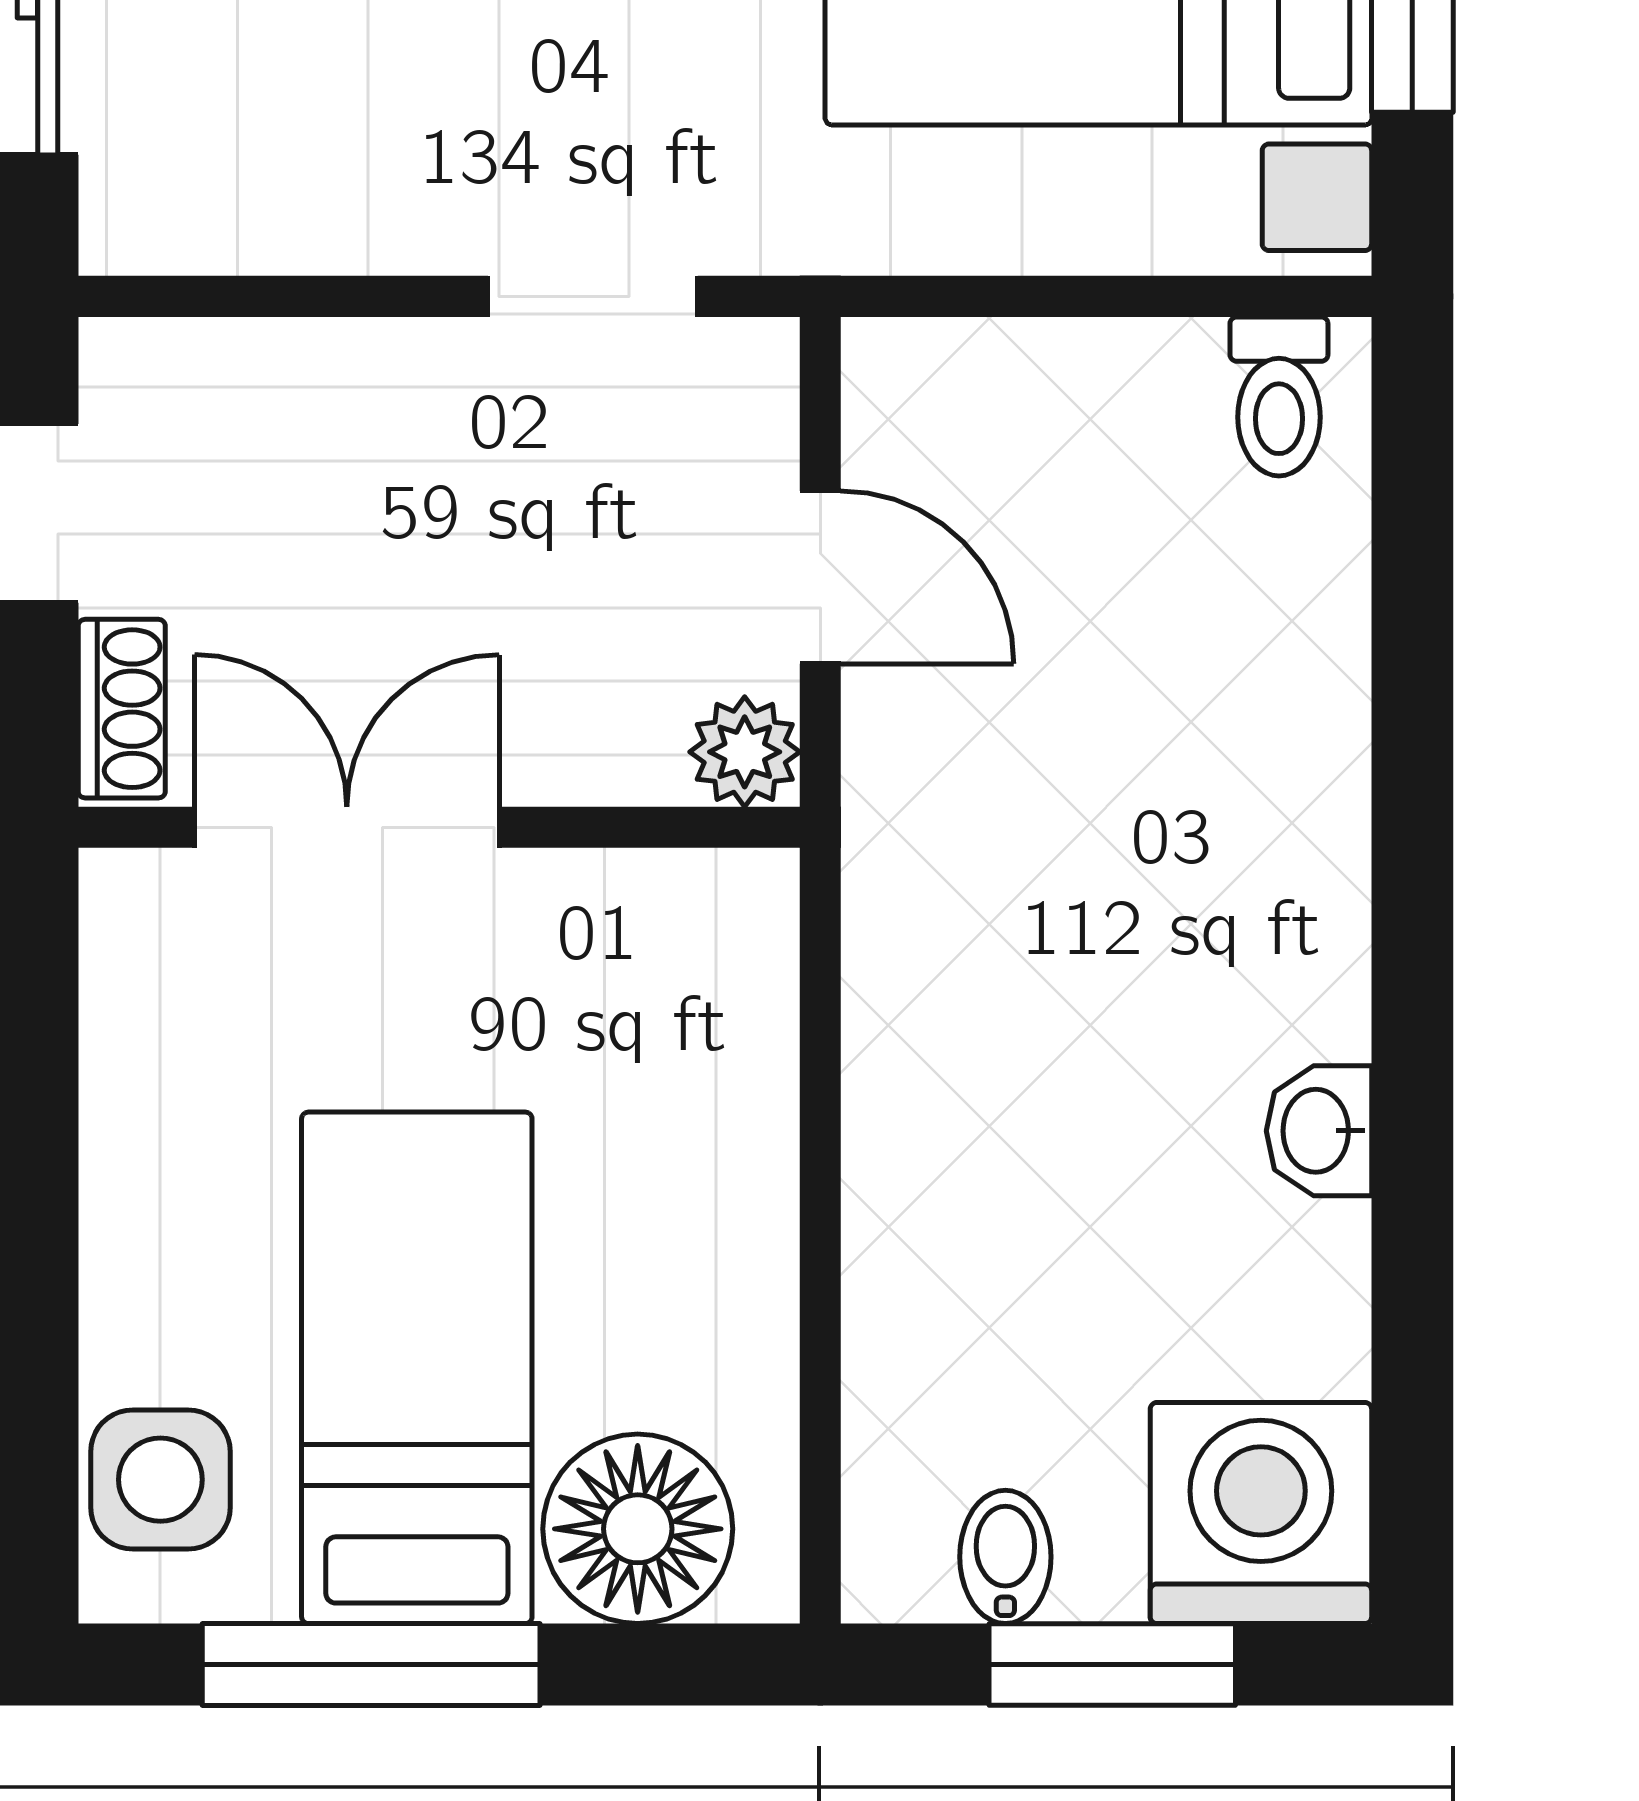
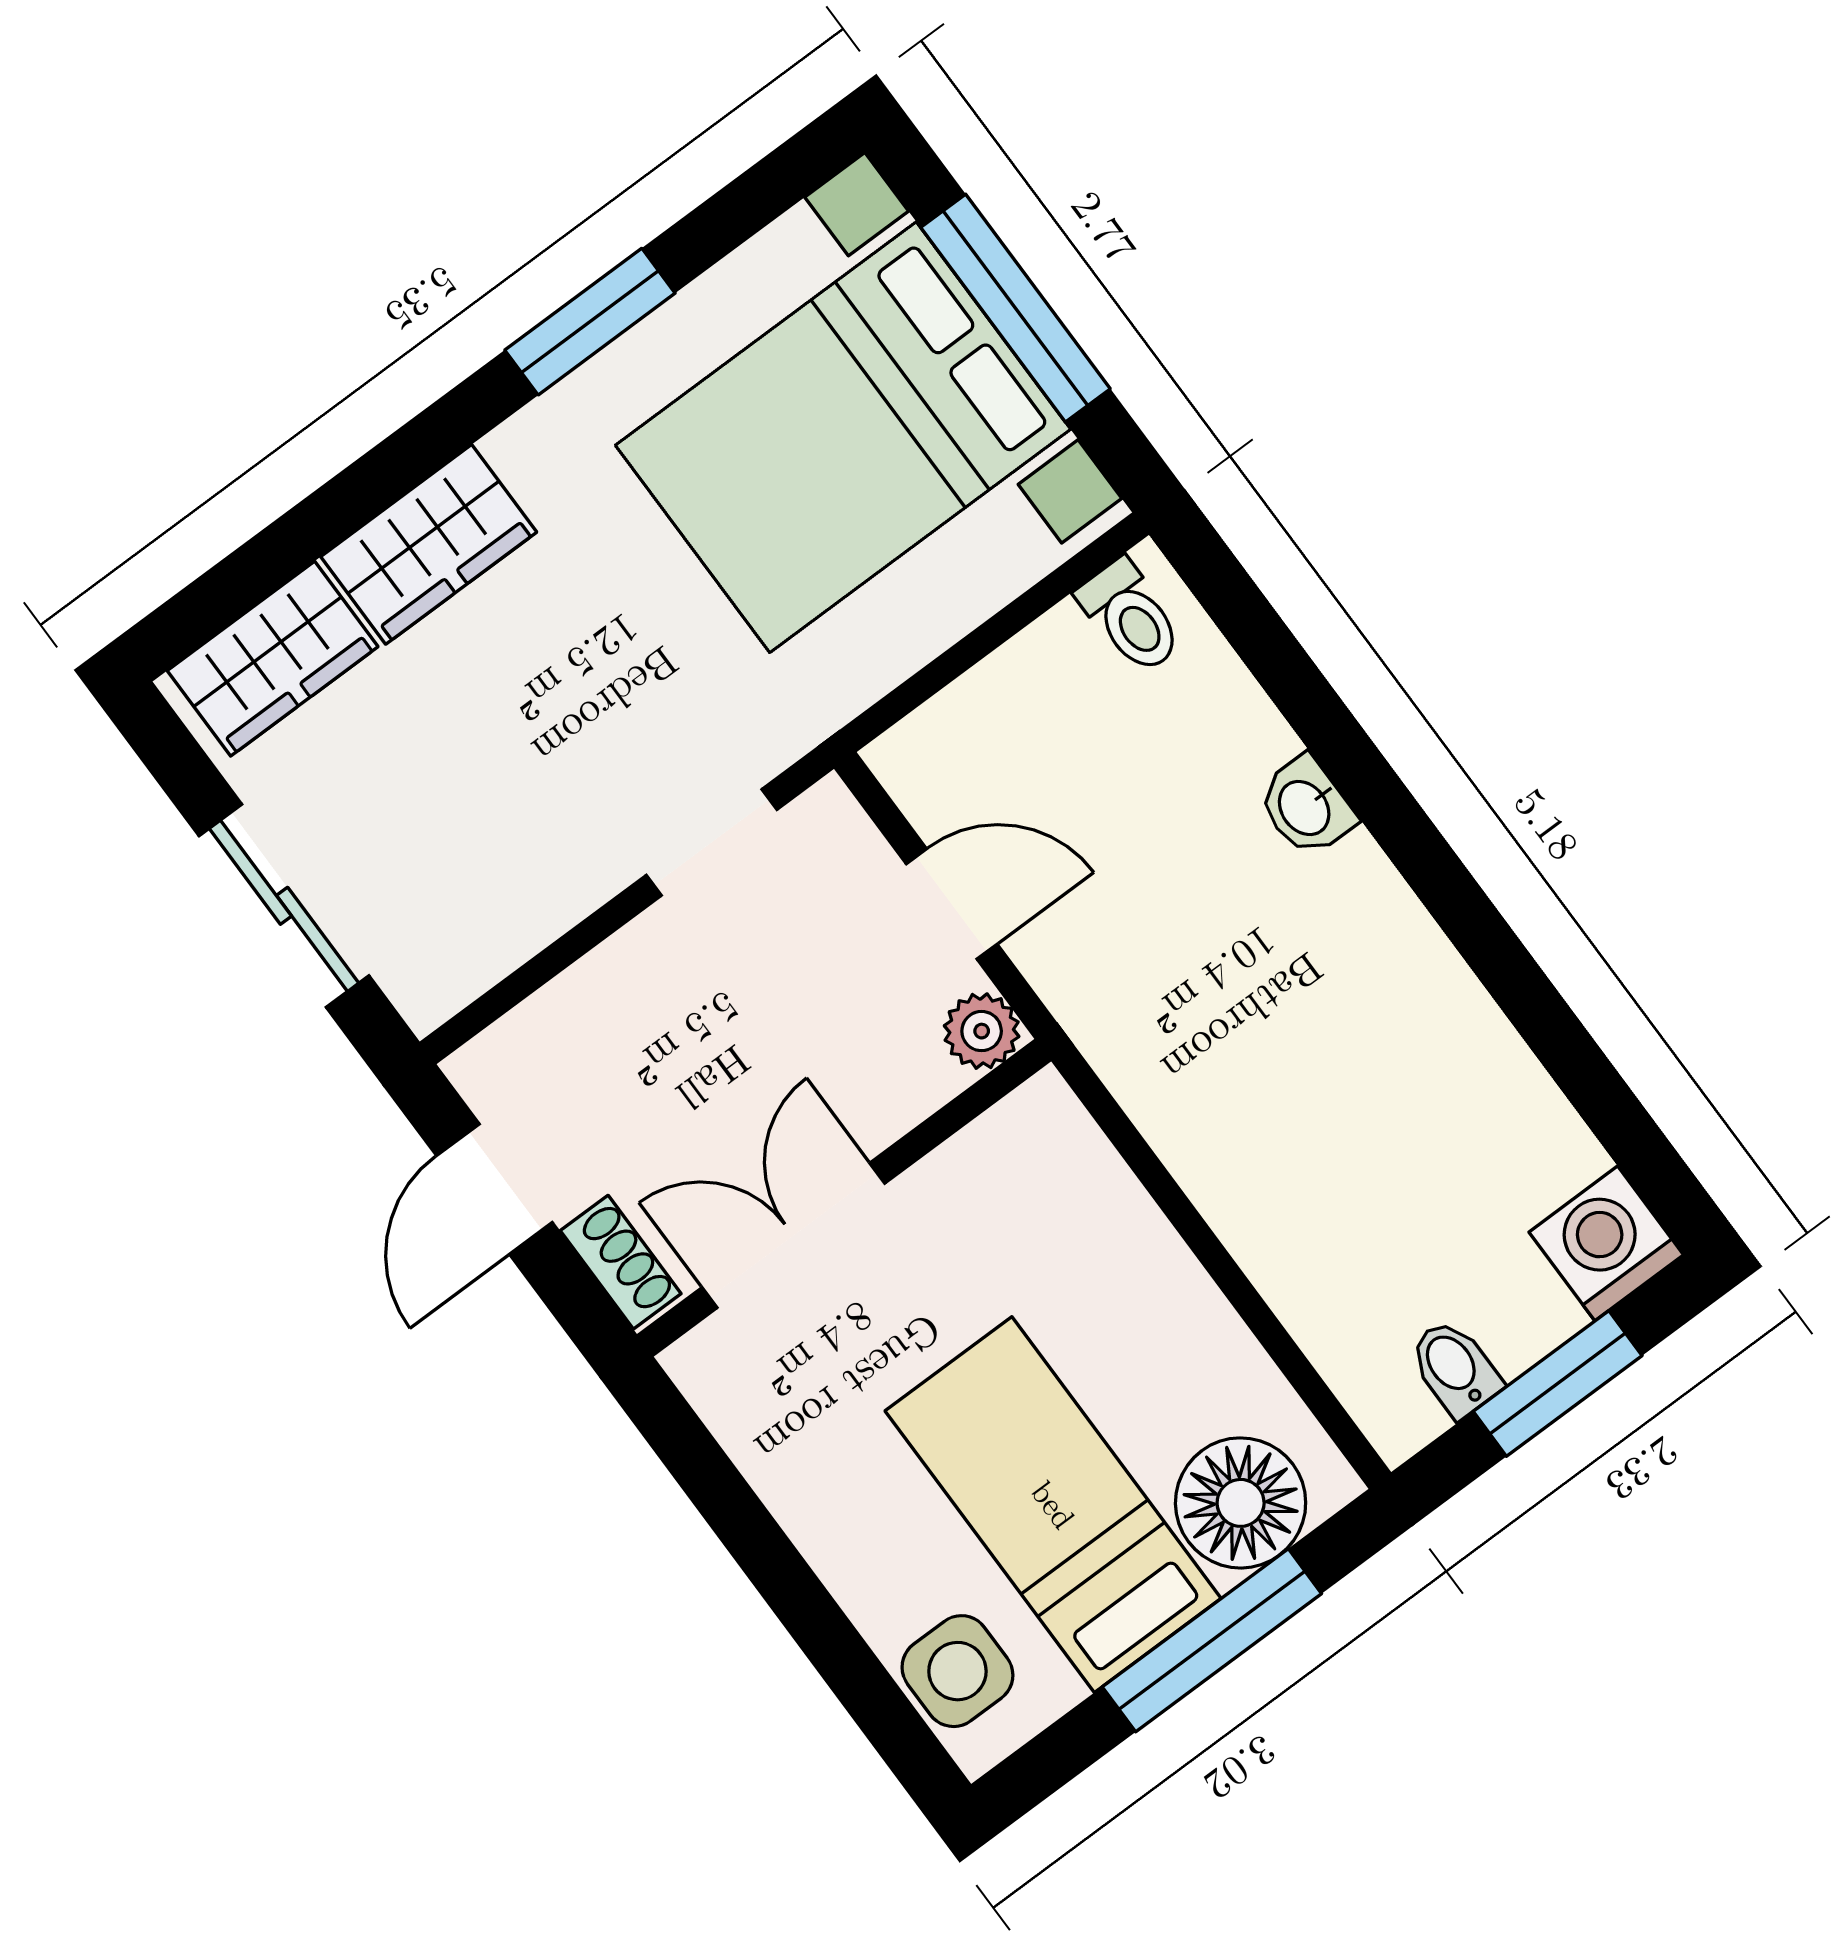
washbasin: (1319, 1131) -> (1306, 807), moved
washing machine: (1261, 1513) -> (1606, 1243), width x0.73, depth x0.73
window: (371, 1665) -> (1212, 1640), moved

